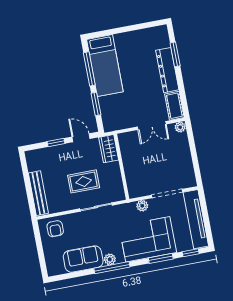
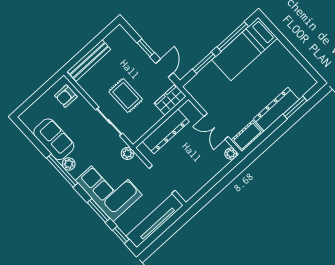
dresser: (131, 167) -> (166, 131), added
plant: (142, 206) -> (128, 153), moved

